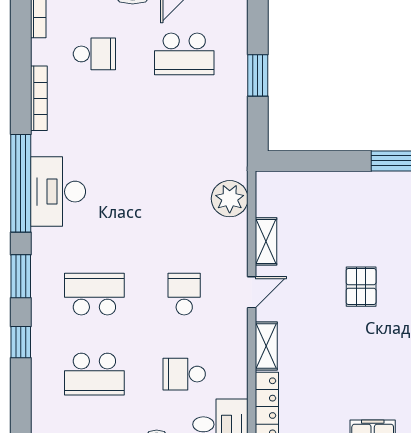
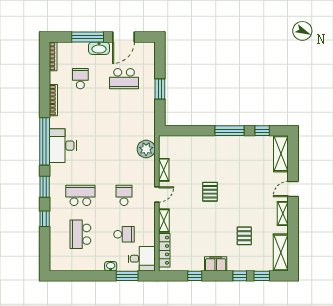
school desk: (94, 54) -> (80, 79), turned -90
school desk: (94, 374) -> (80, 234), turned 90
school desk: (184, 374) -> (124, 234), turned 180

